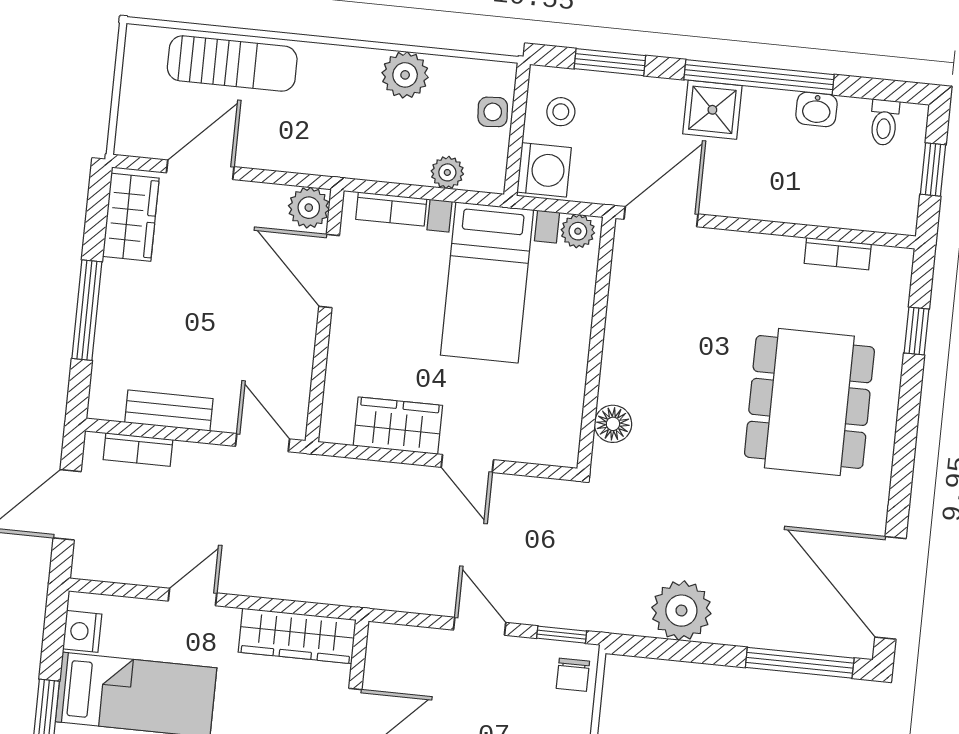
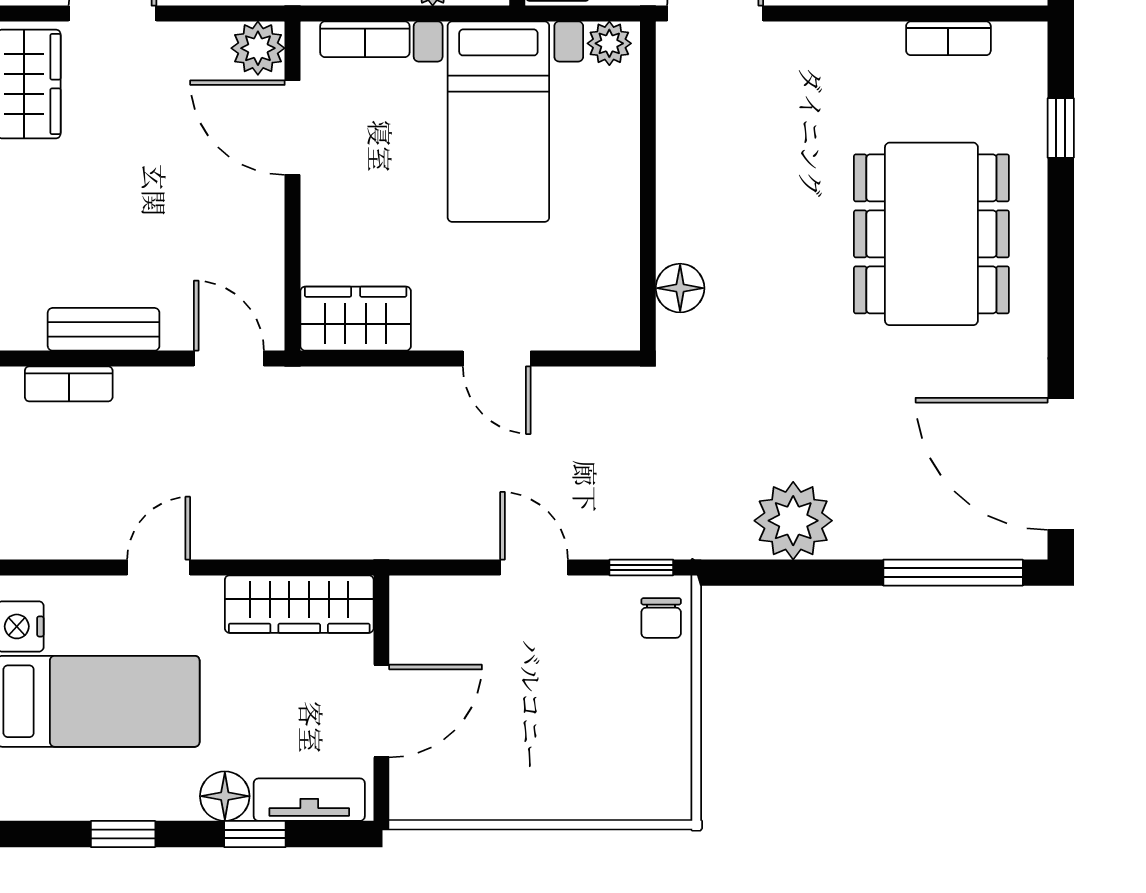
wardrobe: (398, 426) -> (356, 319), moved

